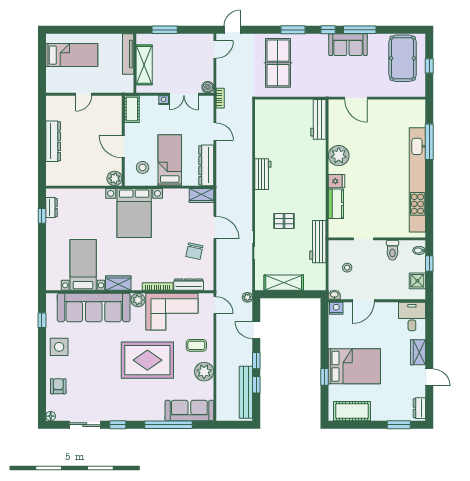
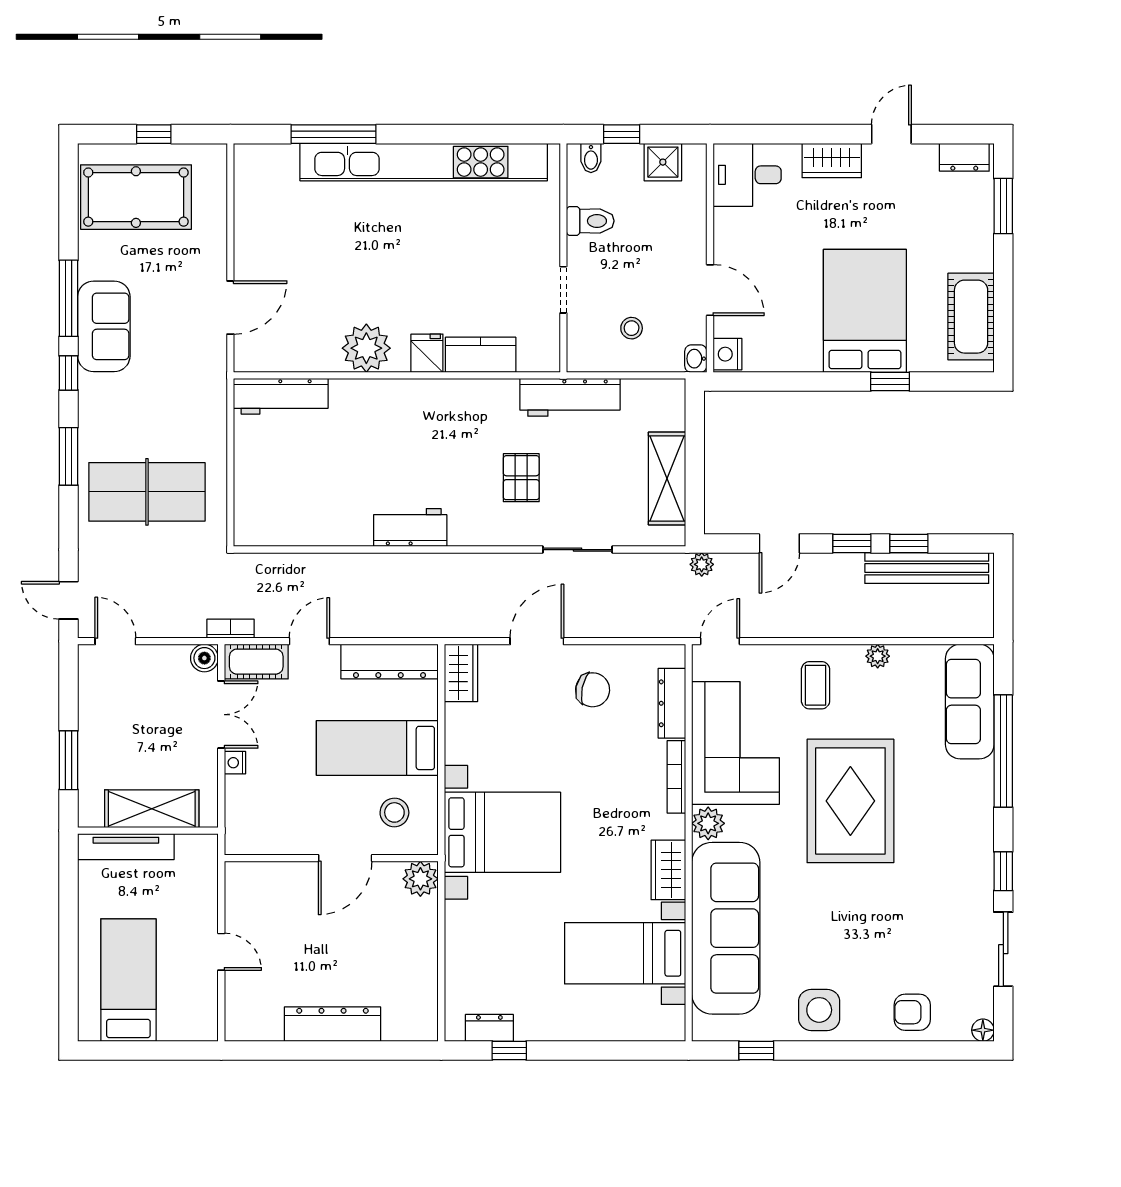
cot: (132, 109) -> (256, 662), moved
plant: (204, 372) -> (878, 656), width x0.53, depth x0.53

